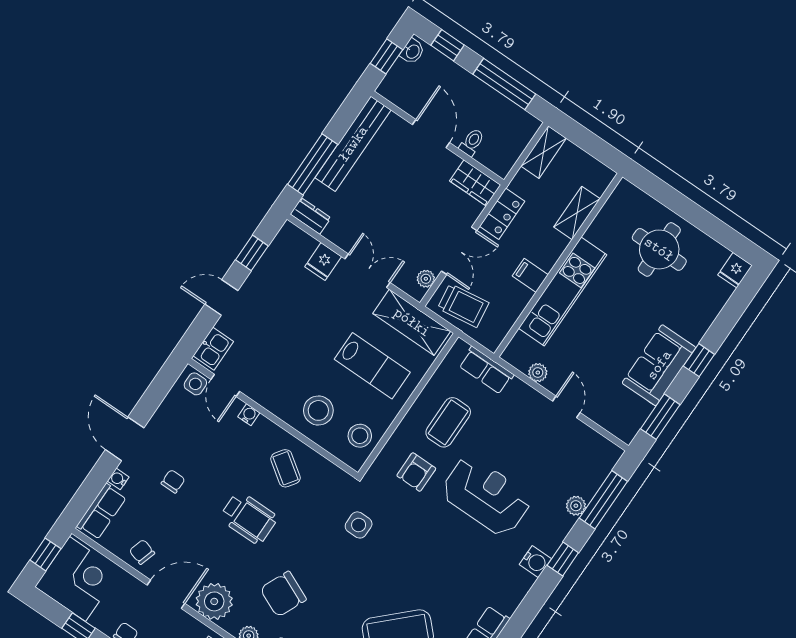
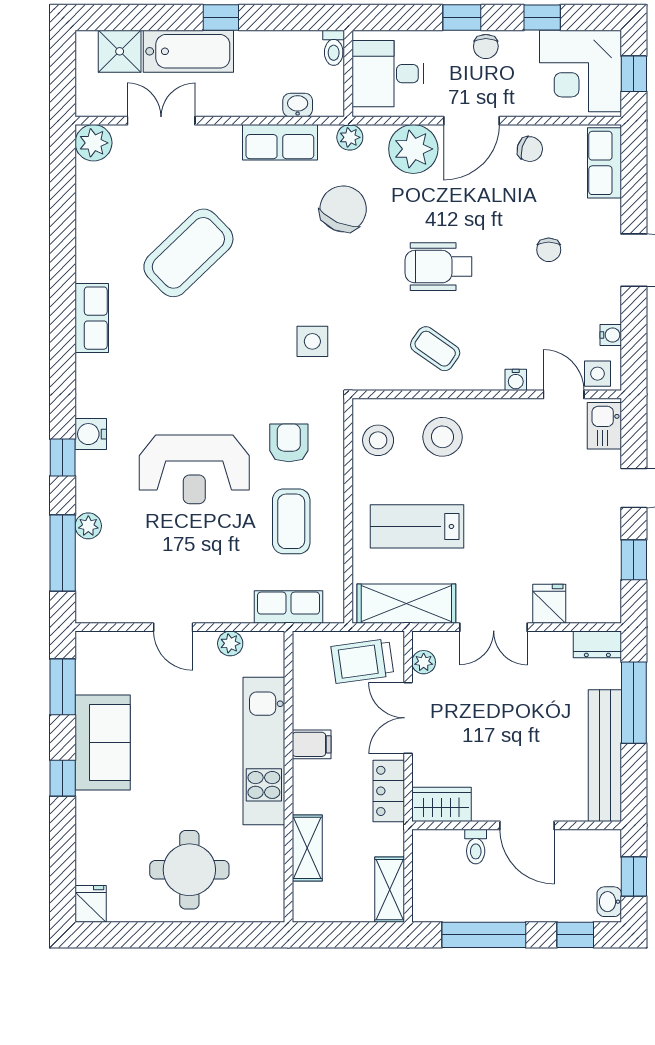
water cooler: (118, 479) -> (611, 335), moved

